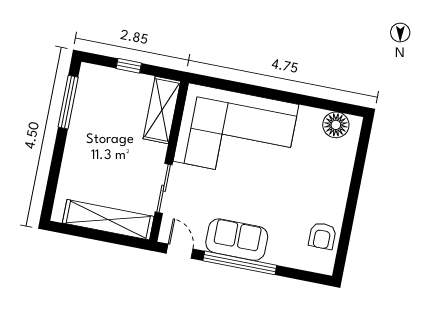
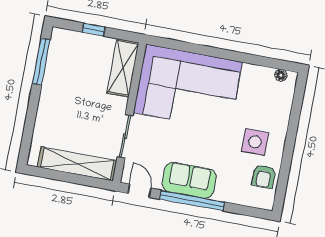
floor lamp: (336, 125) -> (281, 75), width x0.53, depth x0.53
side table: (313, 196) -> (255, 142), added

